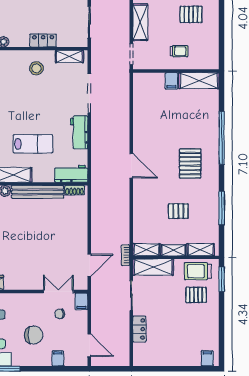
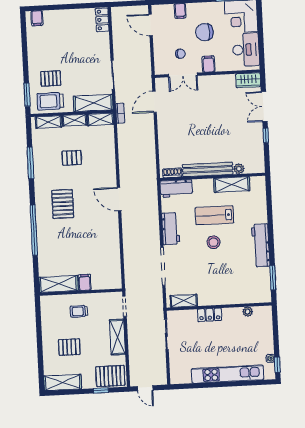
stool: (36, 68) -> (214, 242), moved
trolley: (198, 271) -> (50, 101), turned 180
filing cabinet: (81, 301) -> (209, 64), moved
locker: (139, 329) -> (102, 20), moved

